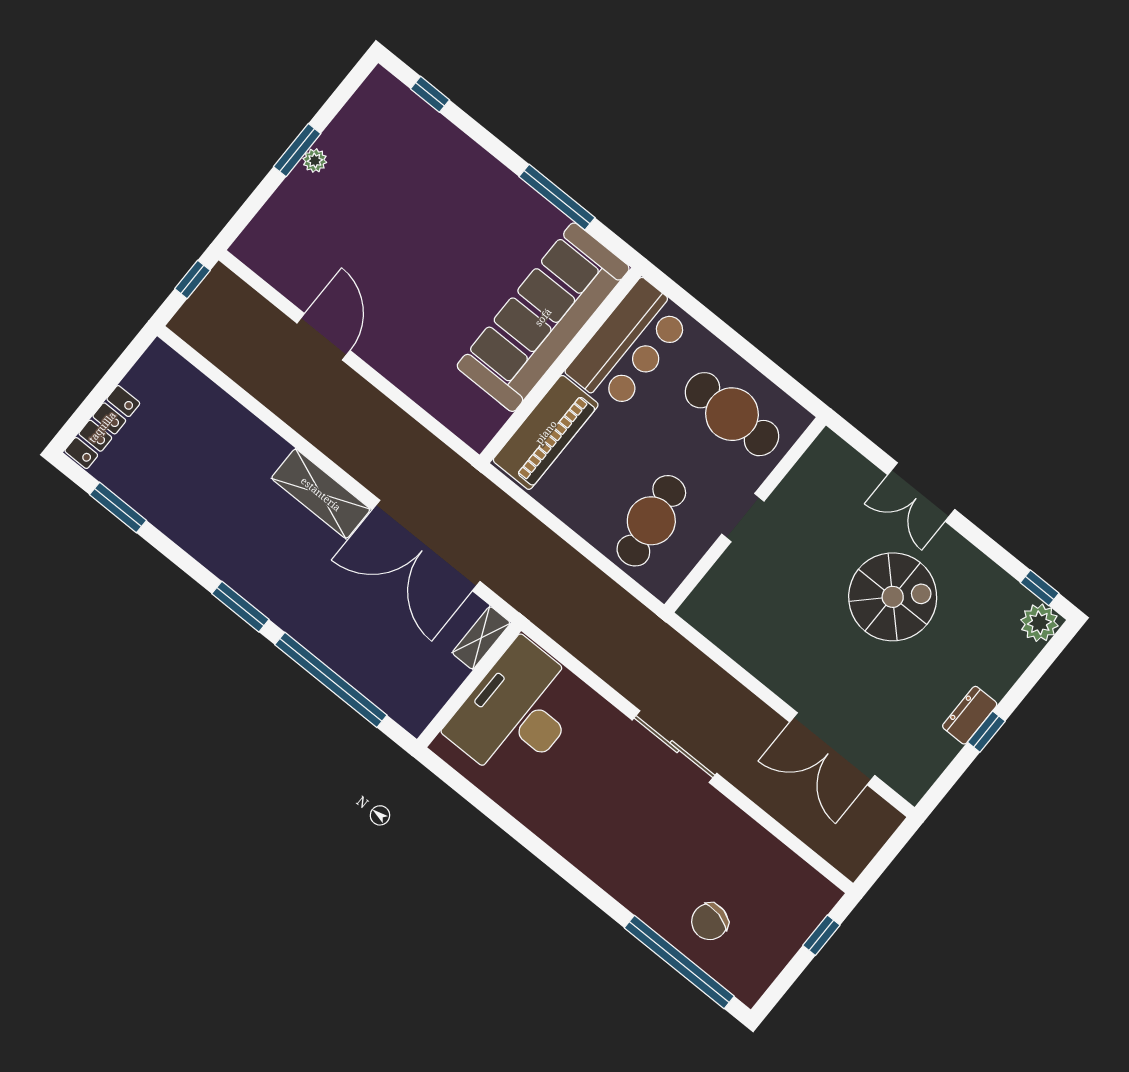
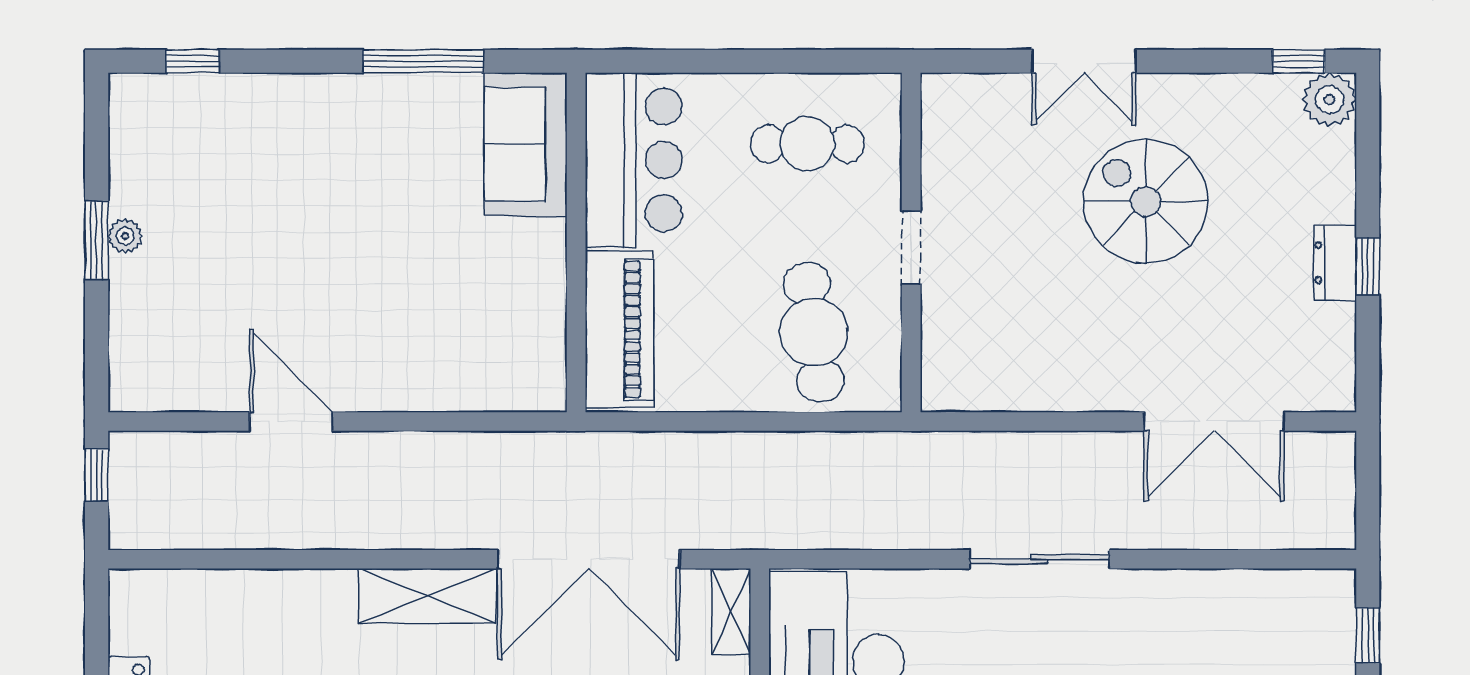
sofa: (543, 317) -> (526, 144), width x0.54, depth x0.79
cafe table: (732, 414) -> (807, 144), width x0.73, depth x0.74
spiral stairs: (893, 597) -> (1146, 201), turned -90

